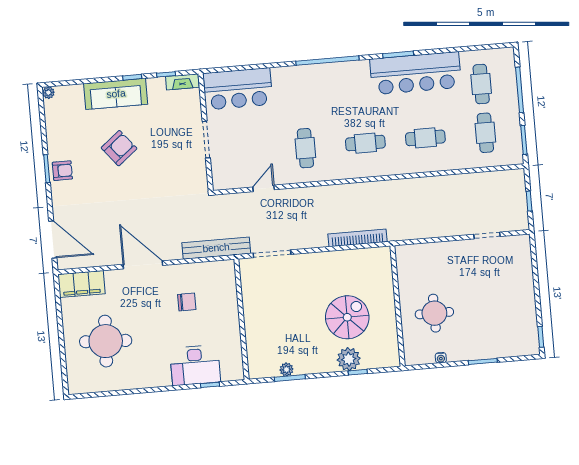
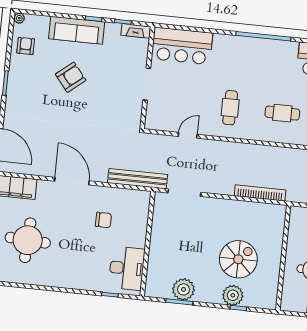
armchair: (62, 171) -> (26, 46), moved, turned -90
desk: (195, 365) -> (127, 268), moved, turned -90
plant: (286, 369) -> (184, 289), width x1.87, depth x1.87

